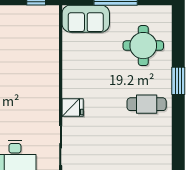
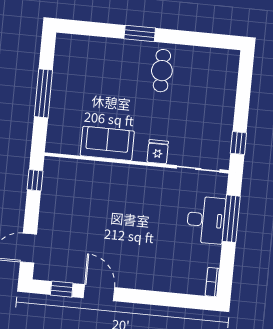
sofa: (86, 19) -> (107, 143), moved, turned -90
round table: (143, 46) -> (97, 68), removed

